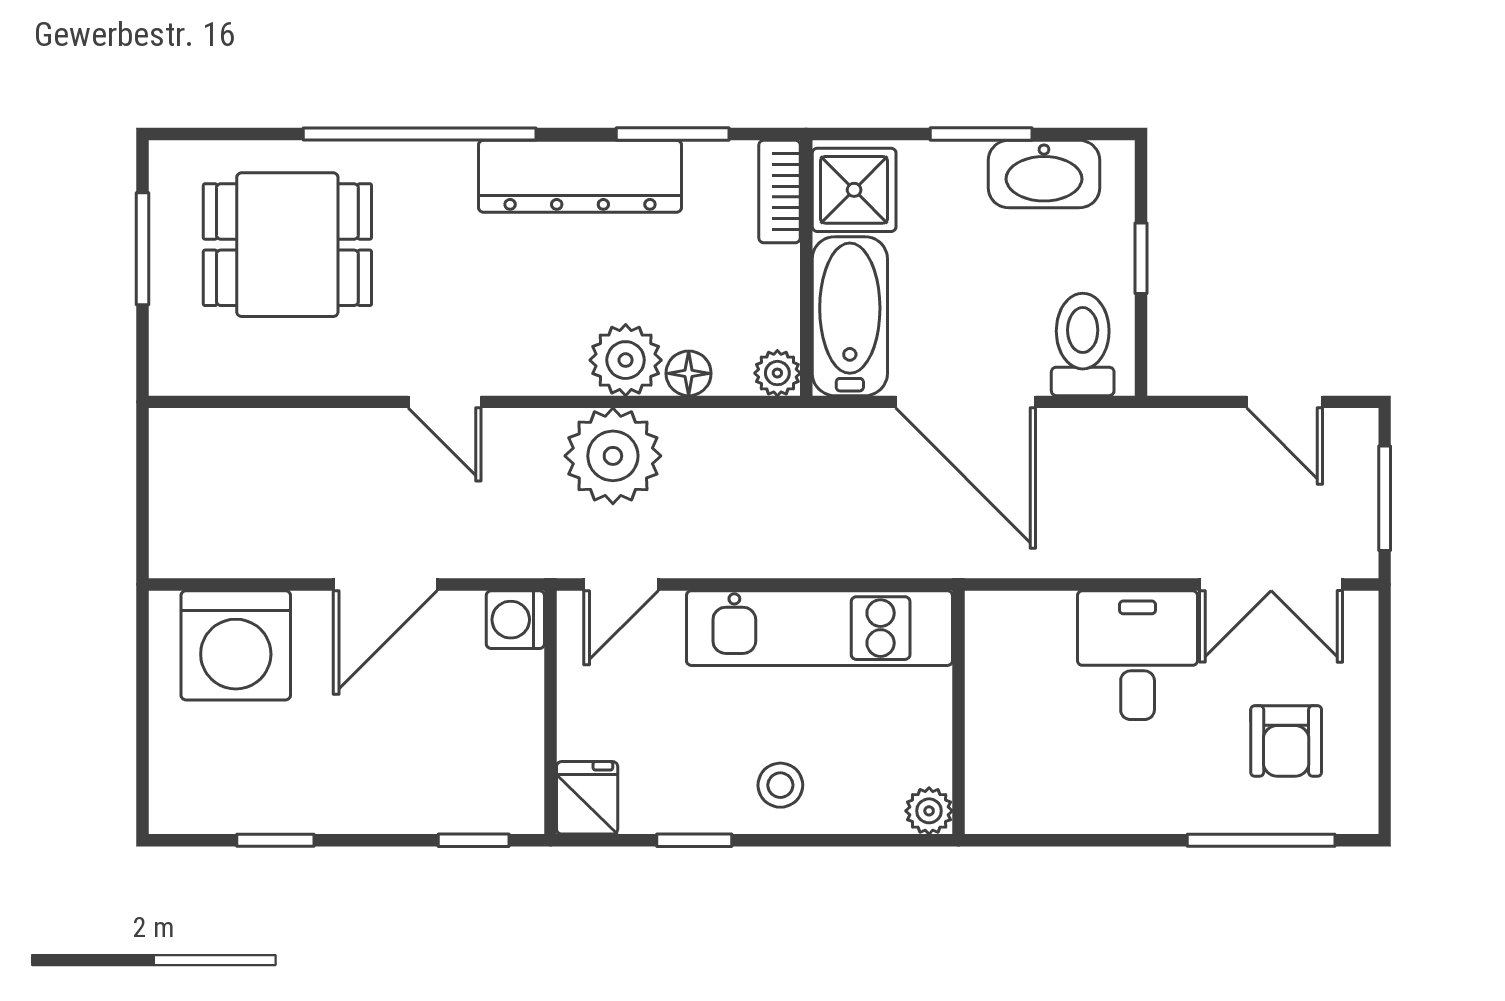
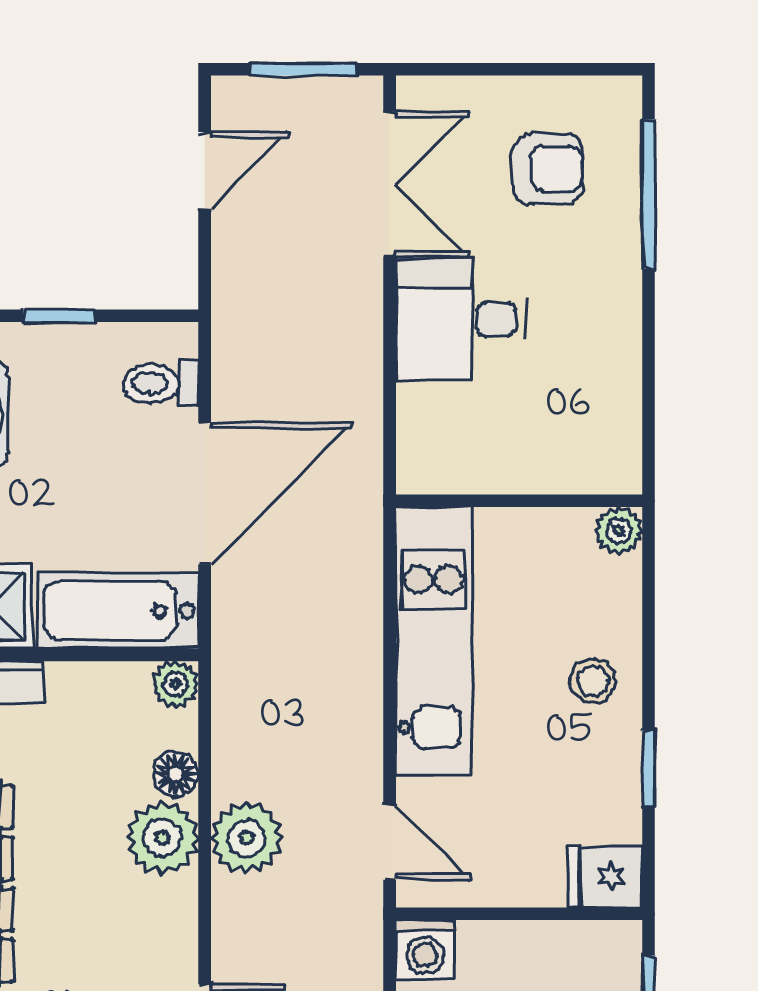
toilet: (1083, 344) -> (161, 384), width x0.73, depth x0.72
plant: (613, 456) -> (246, 838), width x0.73, depth x0.73

